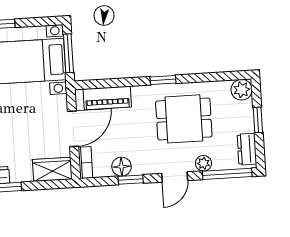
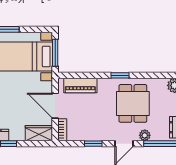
dining table: (184, 119) -> (133, 103), turned 90
door: (73, 129) -> (55, 106), swing flipped
floor lamp: (122, 167) -> (87, 134), removed

